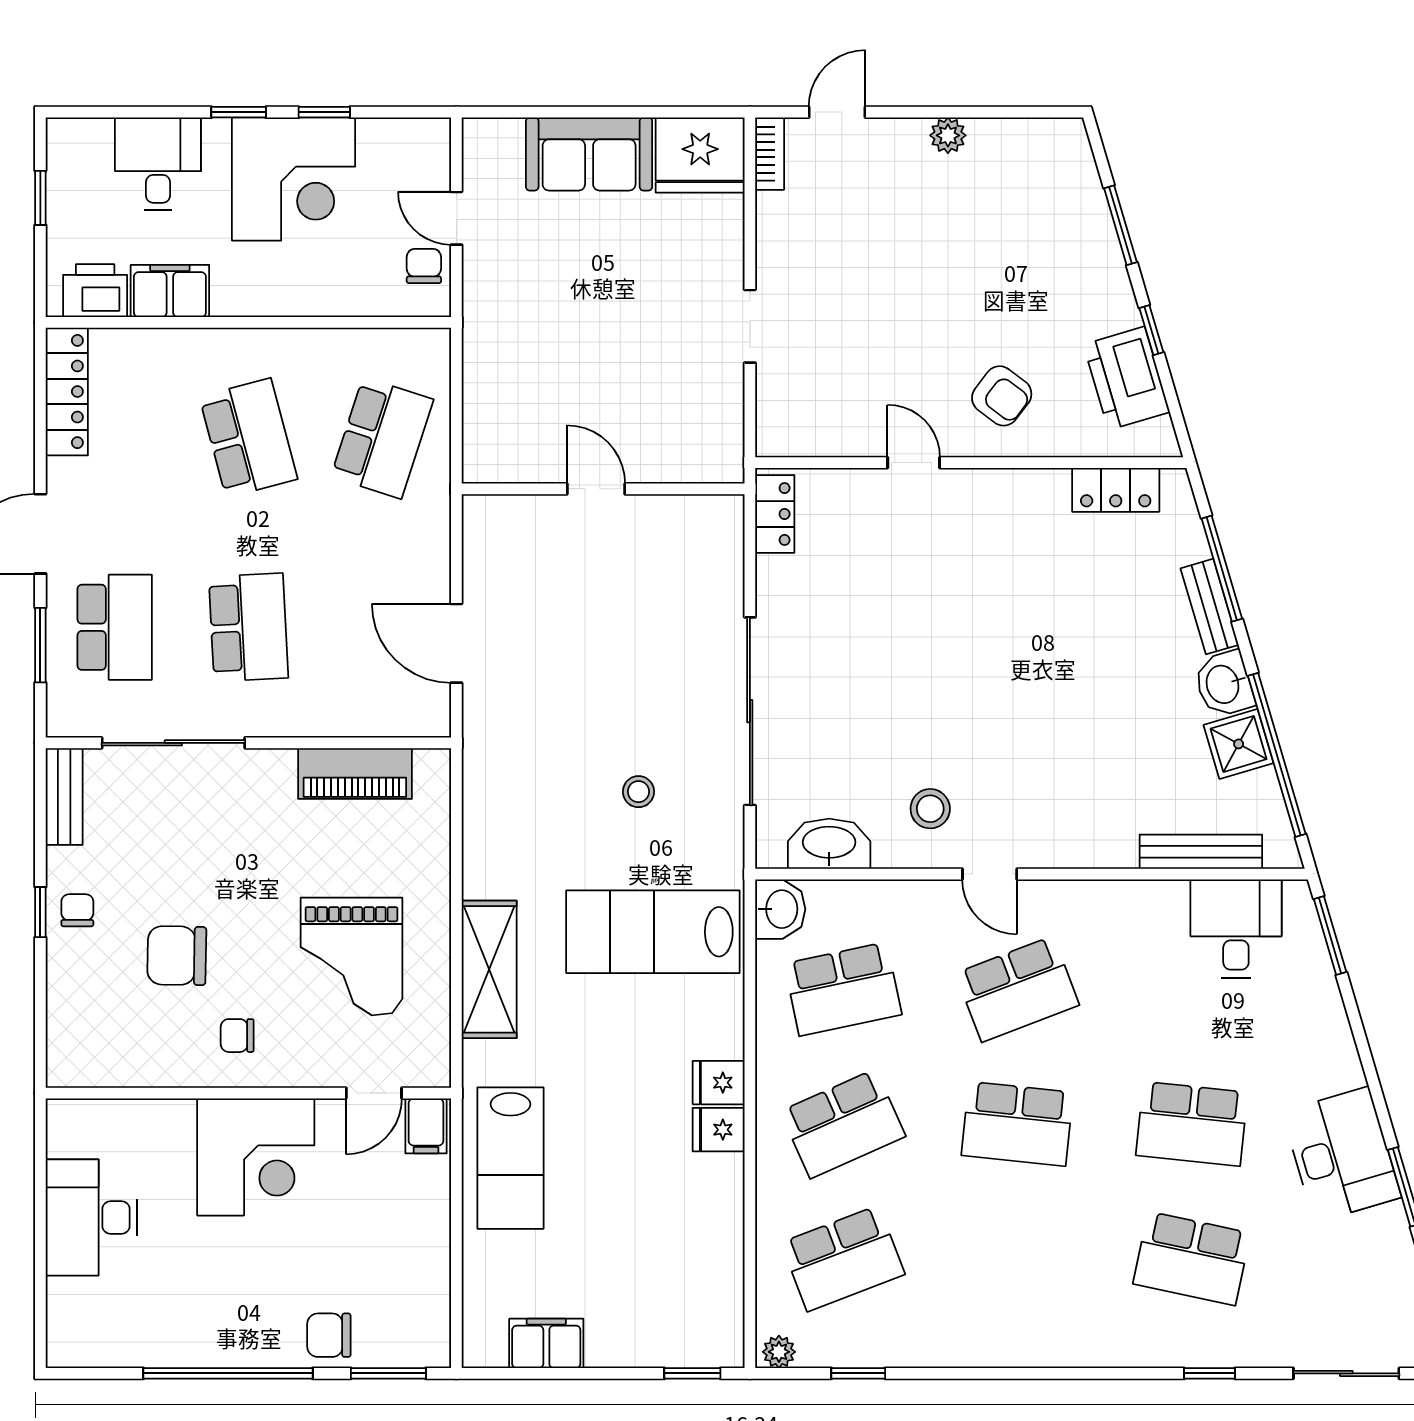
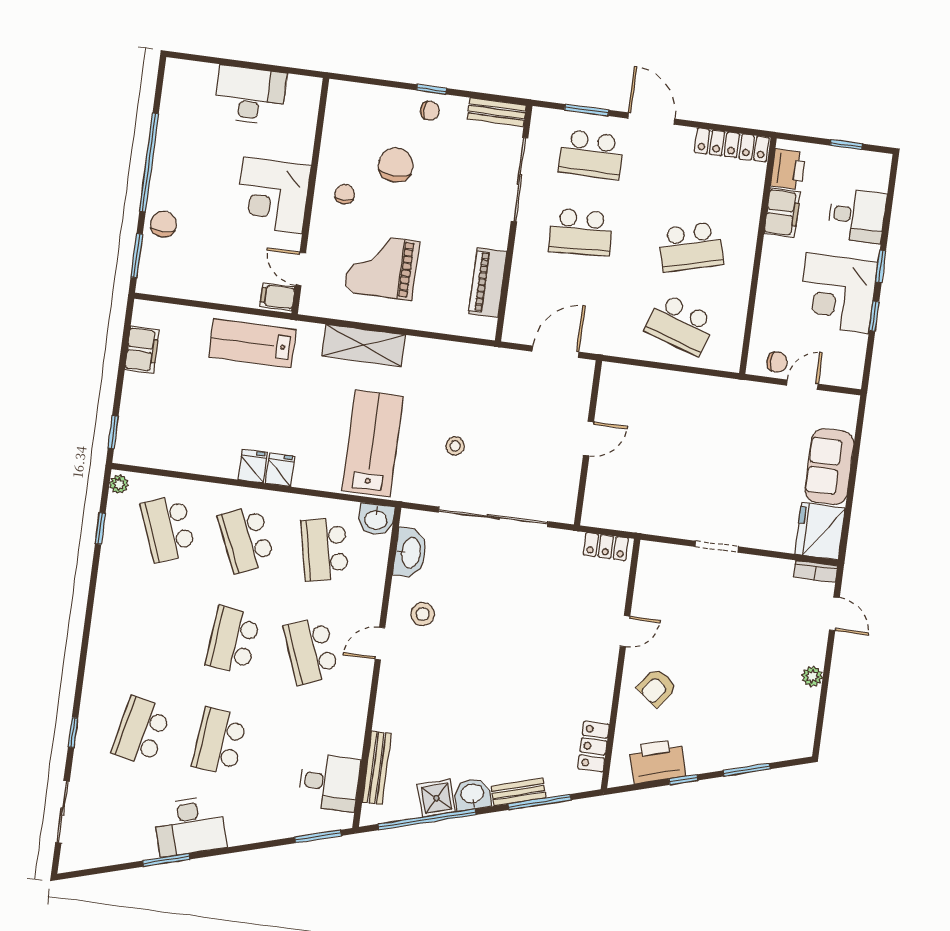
door: (596, 489) -> (589, 439), moved
wall: (603, 489) -> (588, 443), moved

